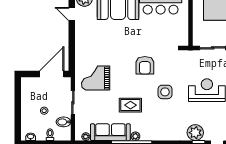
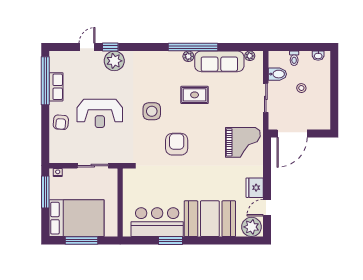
door: (72, 14) -> (267, 208), swing flipped
fridge: (82, 30) -> (255, 188), added
grand piano: (96, 78) -> (243, 142), moved

